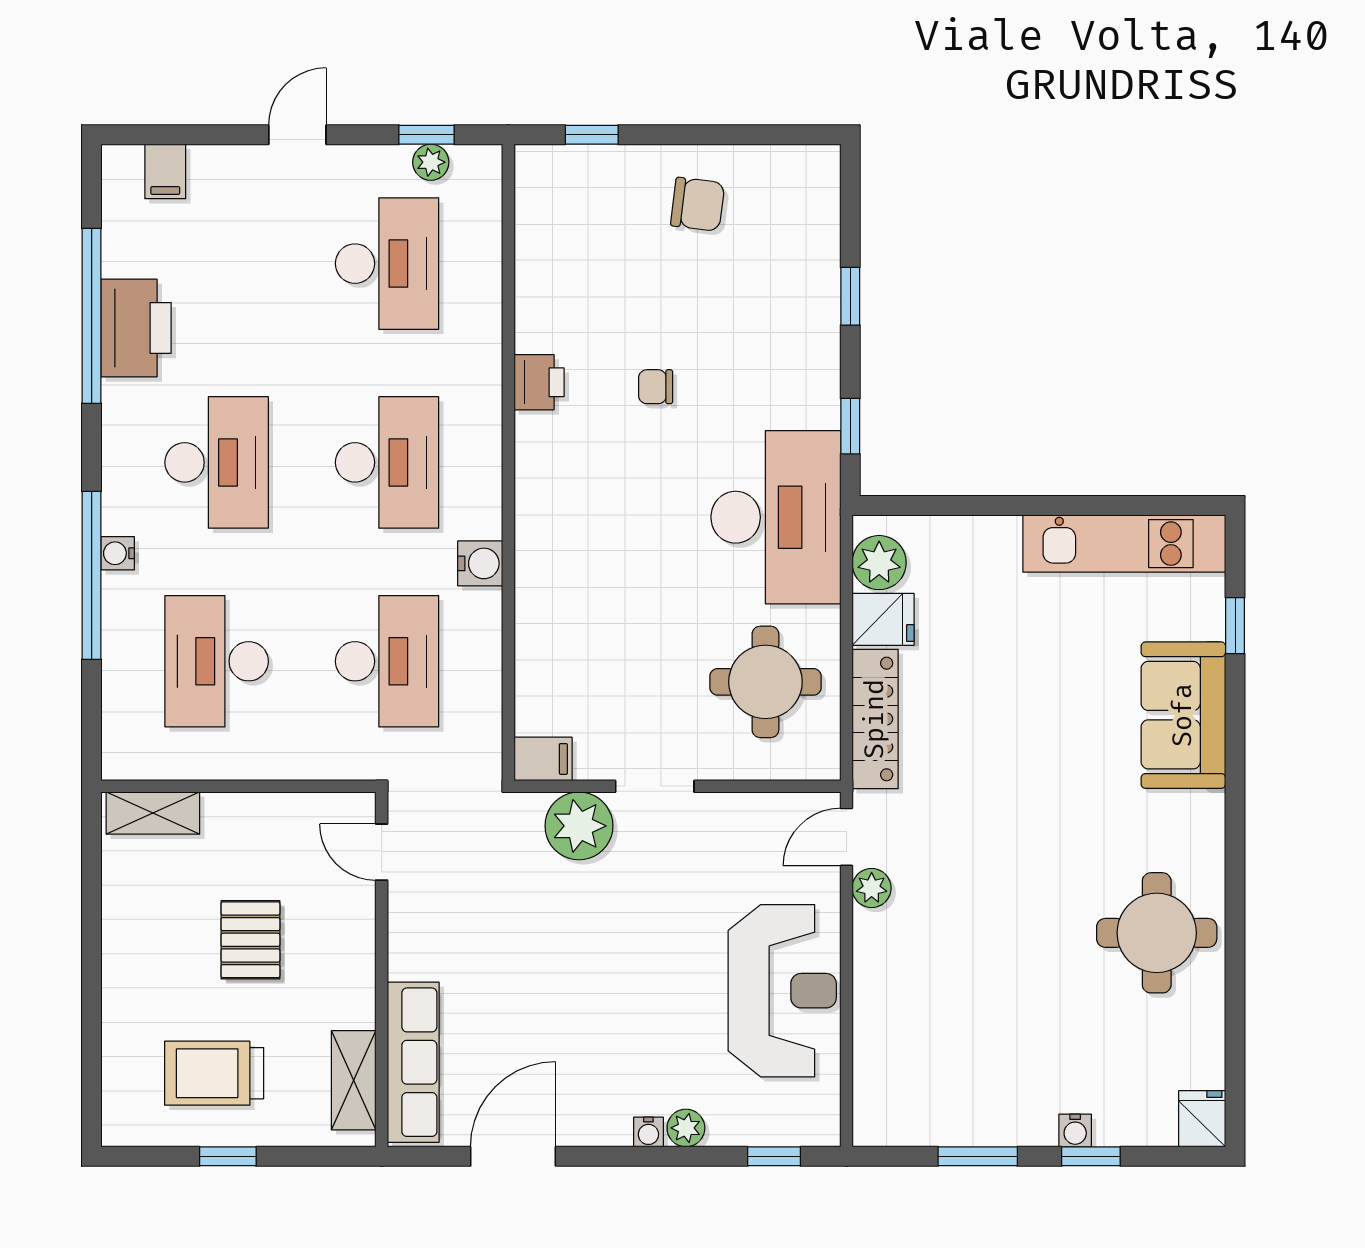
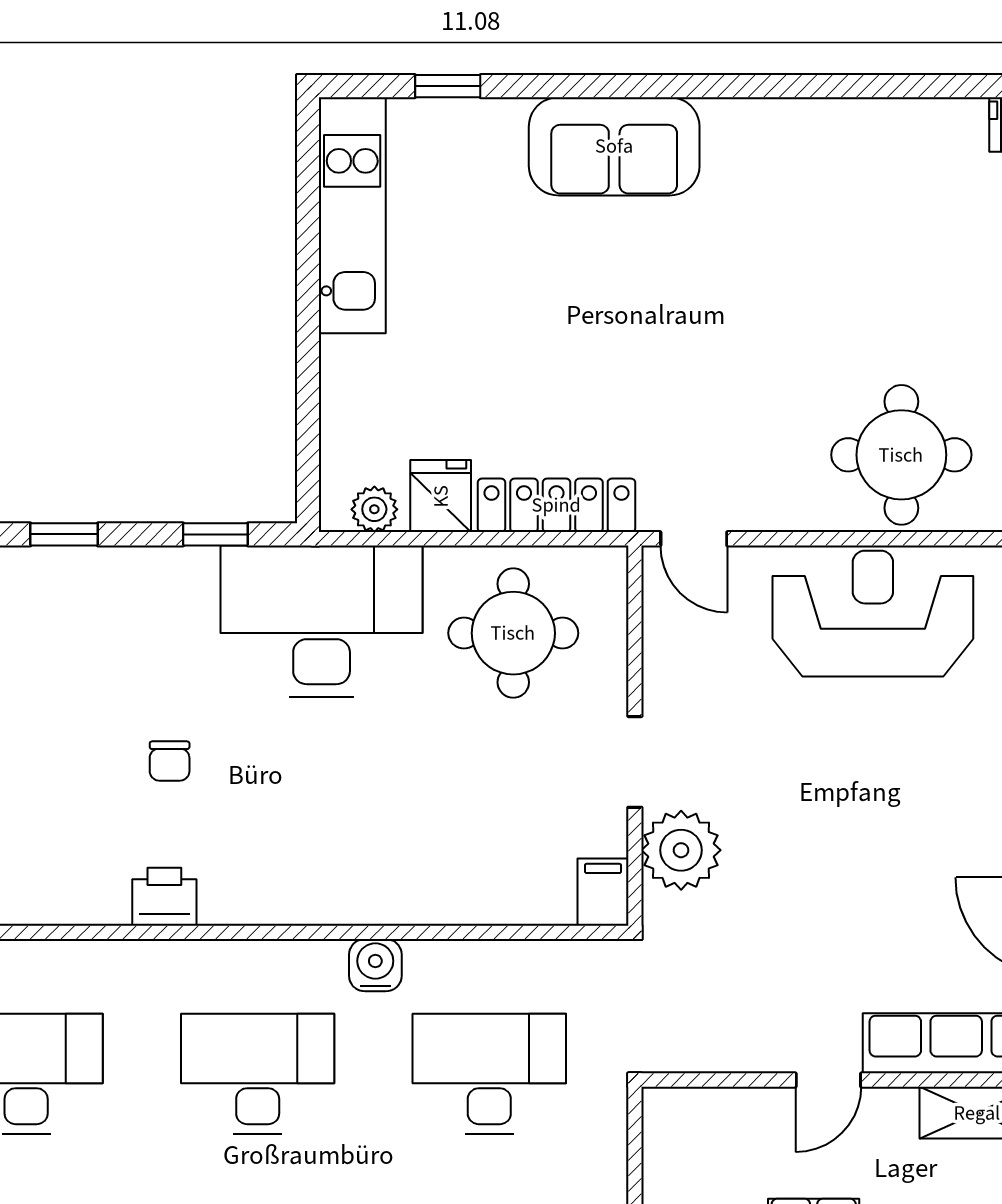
plant: (879, 563) -> (374, 509), width x0.73, depth x0.73
sofa: (1183, 715) -> (614, 146), moved
door: (382, 852) -> (828, 1080), moved
plant: (872, 888) -> (753, 509), removed
round table: (1157, 933) -> (901, 455), moved

